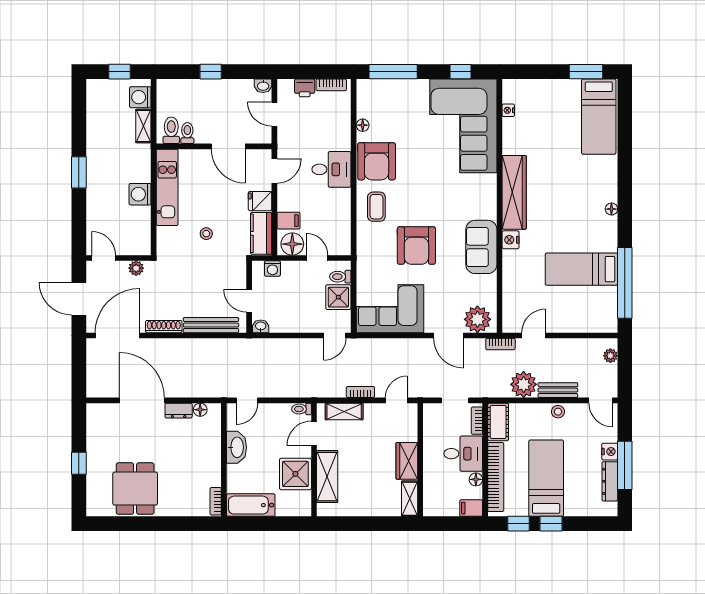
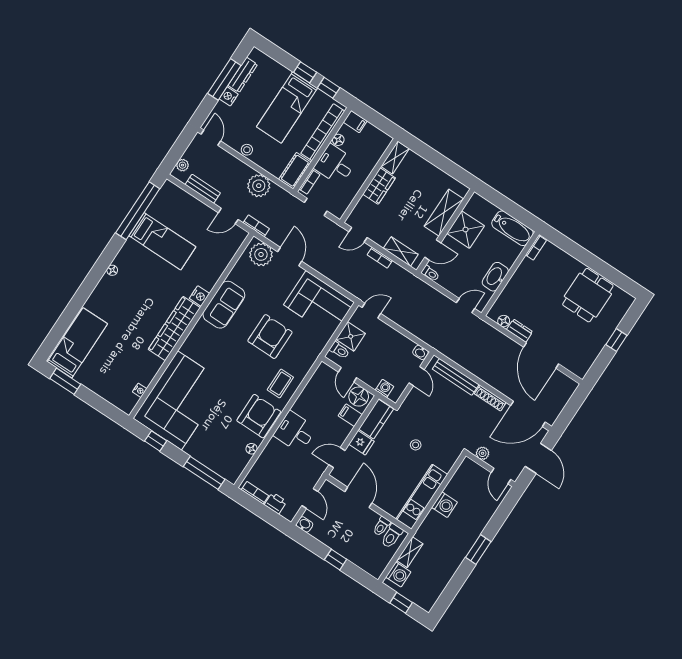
bench: (558, 390) -> (203, 189), moved

